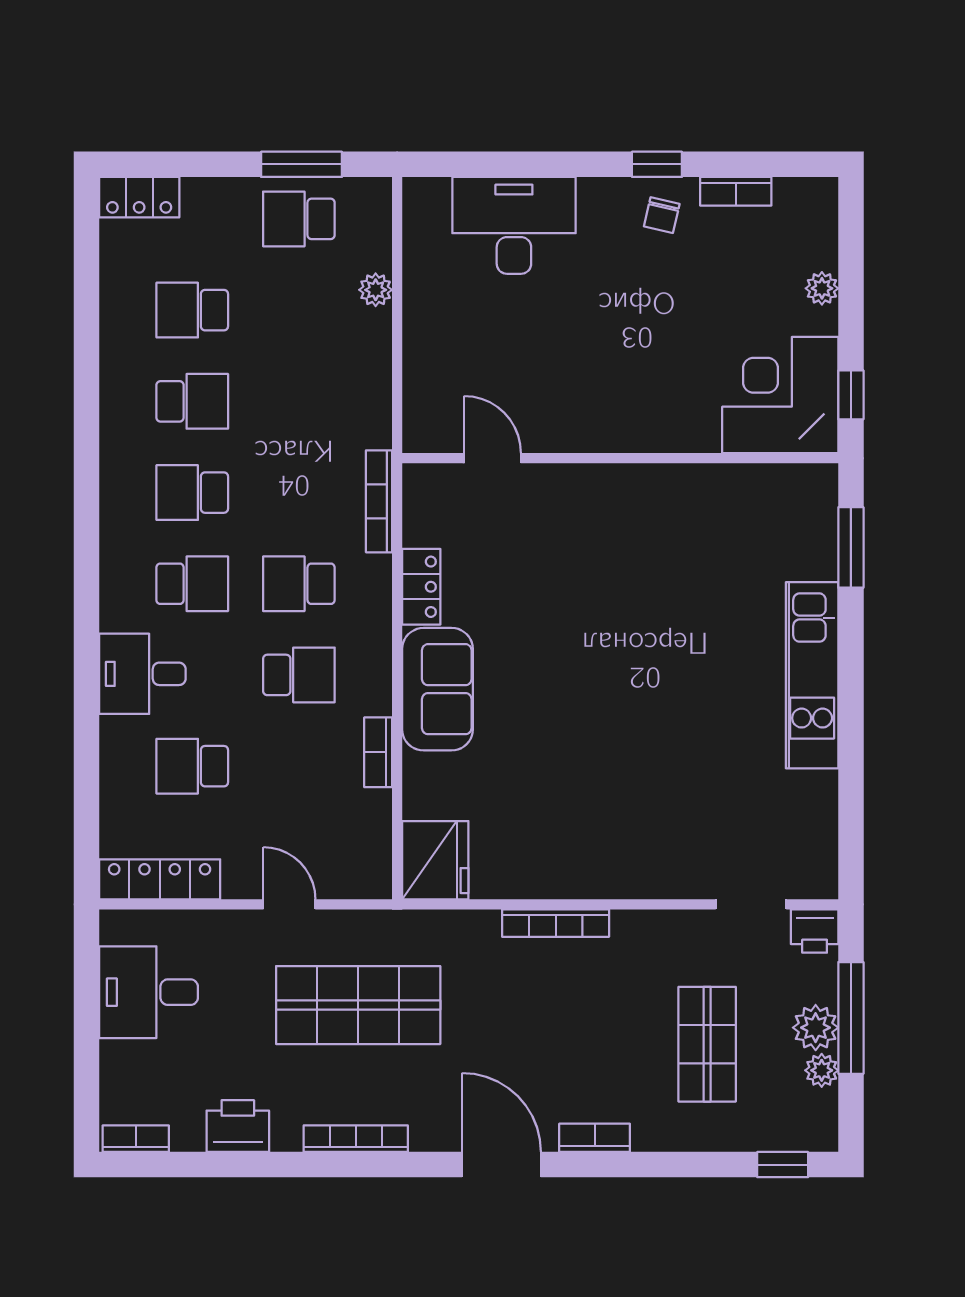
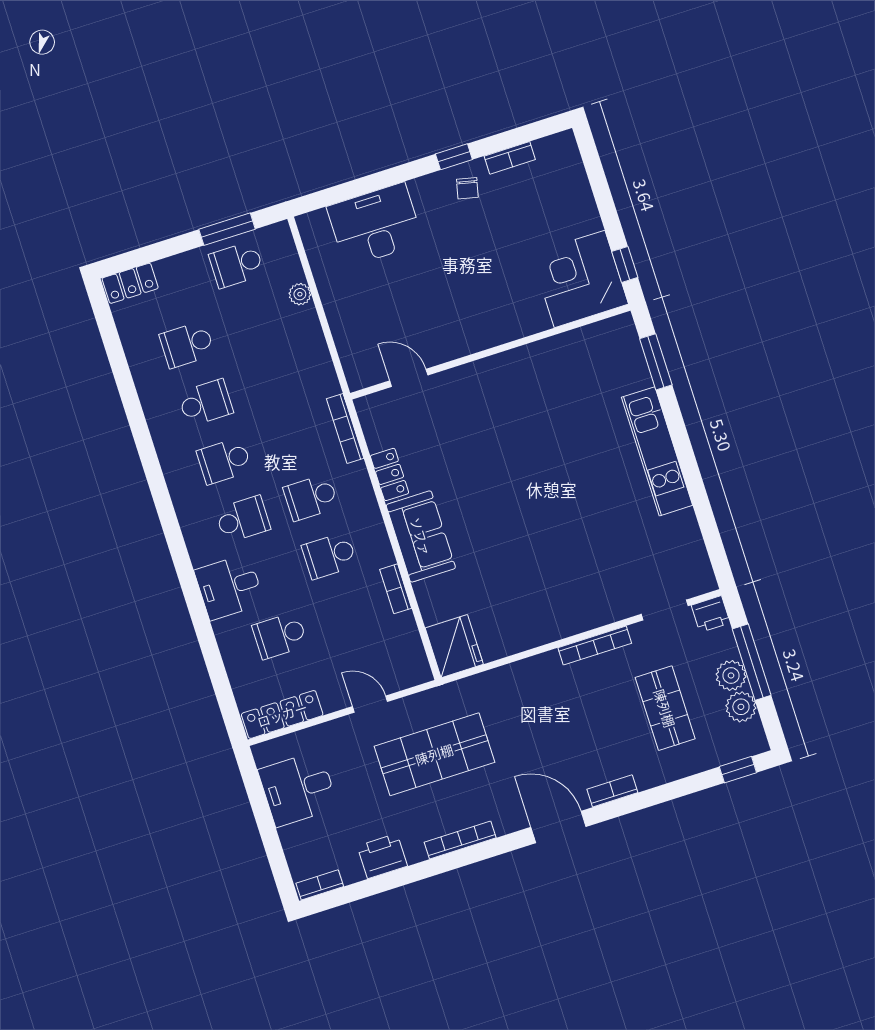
plant: (822, 288) -> (585, 202), removed
school desk: (299, 675) -> (329, 556), turned 180
bookcase: (556, 923) -> (595, 646), moved
plant: (822, 1070) -> (741, 707), width x1.38, depth x1.38

